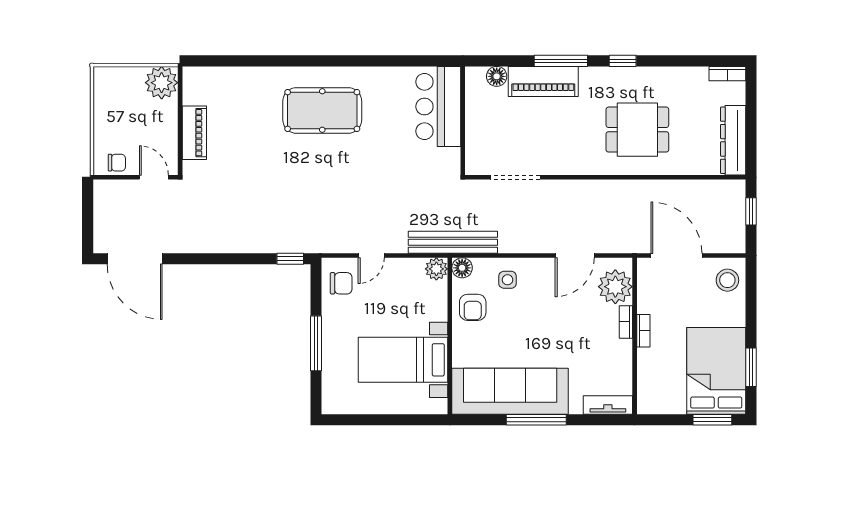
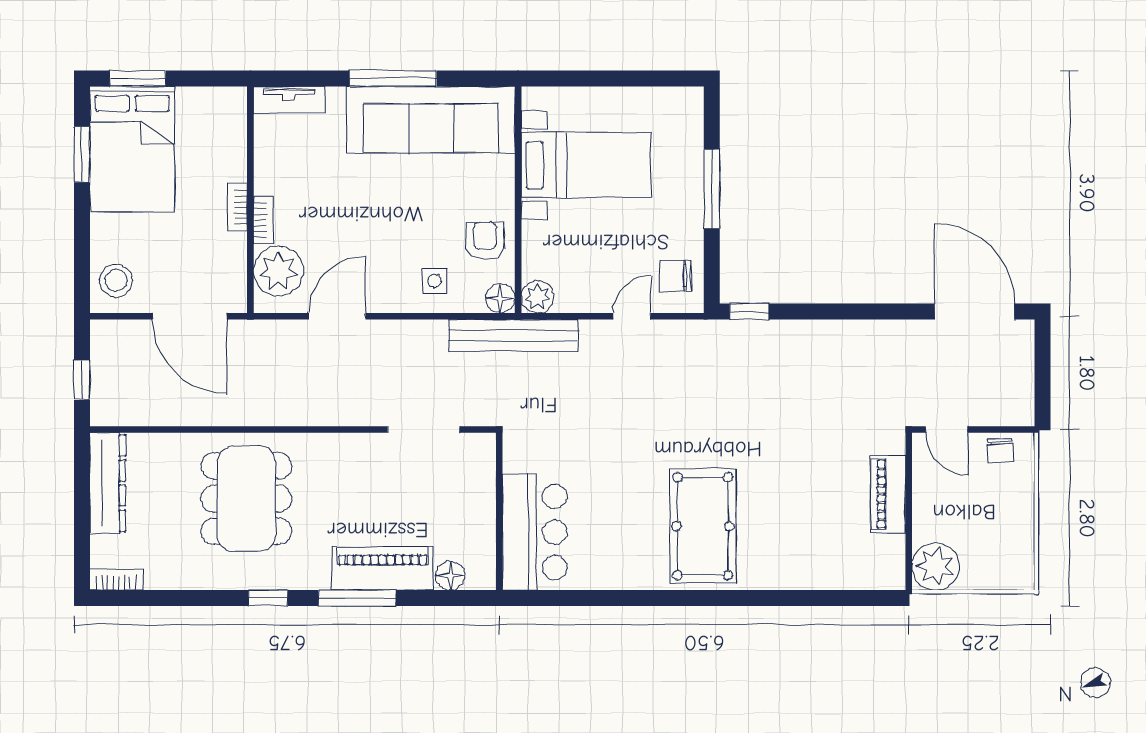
pool table: (322, 110) -> (703, 526), turned 90
dining table: (637, 130) -> (246, 499), width x1.38
chair: (117, 163) -> (1000, 451), turned -93

